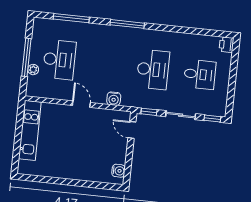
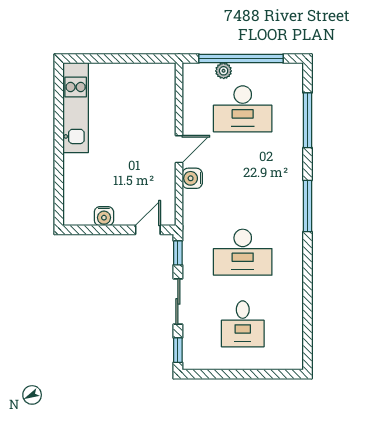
printer: (226, 45) -> (292, 360), removed
window: (26, 57) -> (241, 59), width x1.46
water cooler: (114, 99) -> (192, 178), moved
kitchen unit: (30, 130) -> (76, 108), moved, turned -90
water cooler: (118, 171) -> (104, 216), moved

